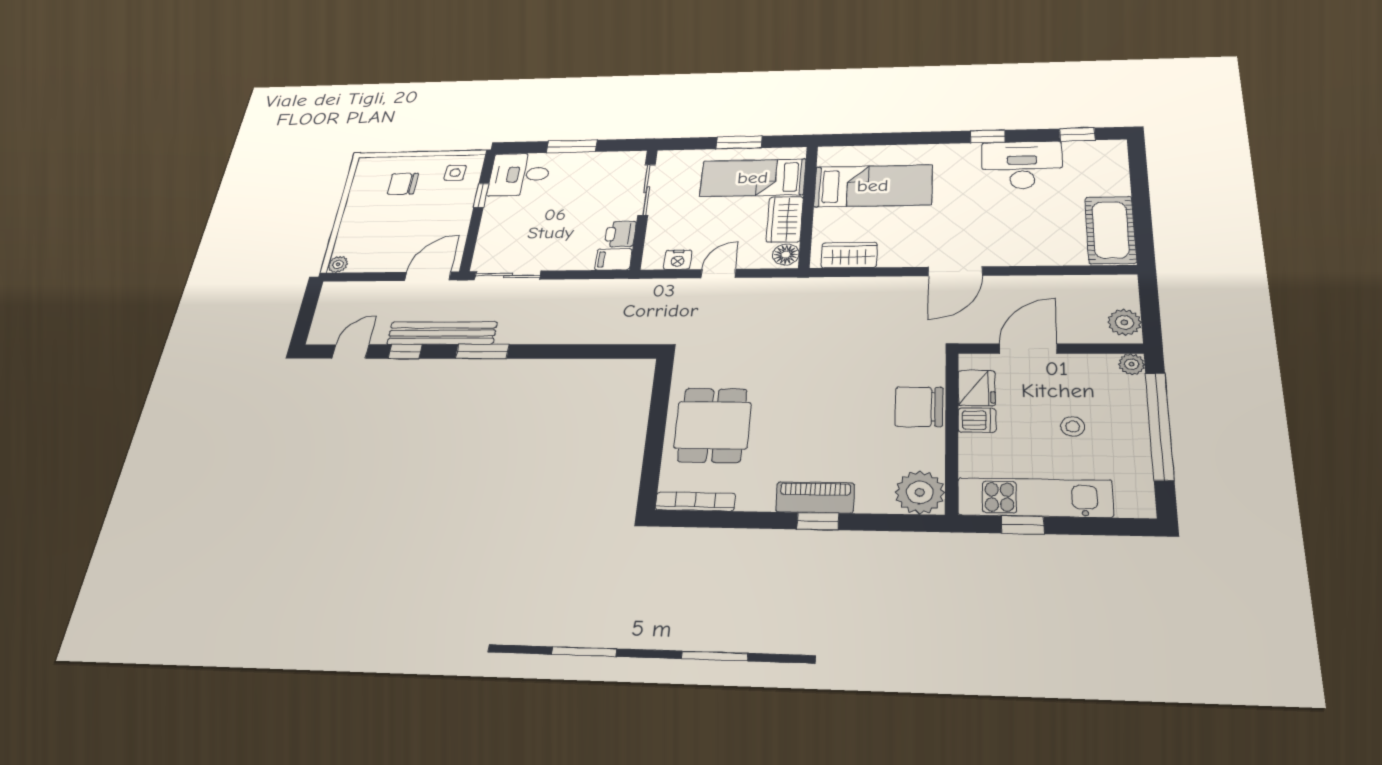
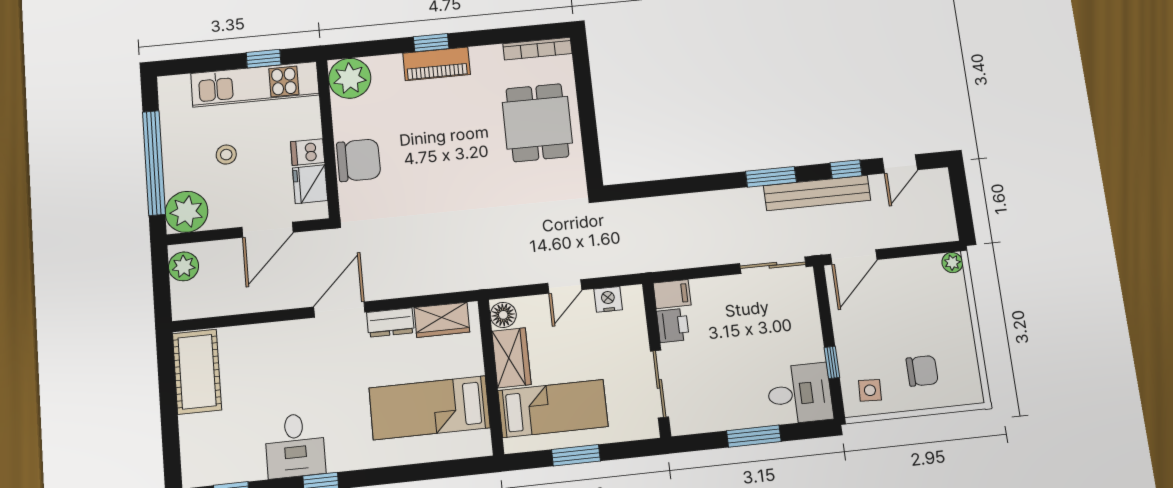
desk: (1022, 165) -> (295, 445), width x0.73
dresser: (903, 257) -> (390, 323), added
plant: (1132, 364) -> (187, 212), width x1.88, depth x1.88

